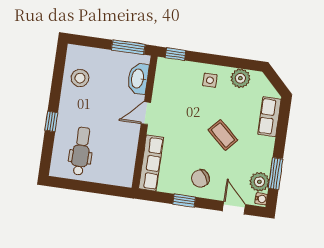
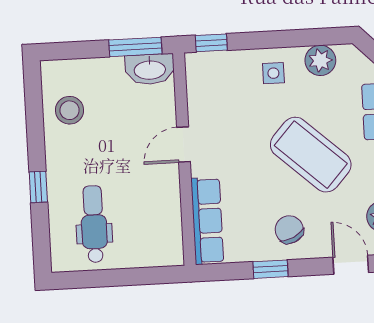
washbasin: (138, 79) -> (150, 69), moved, turned -90
coffee table: (223, 135) -> (311, 155), width x1.86, depth x1.72
chair: (200, 178) -> (289, 230), turned 98

